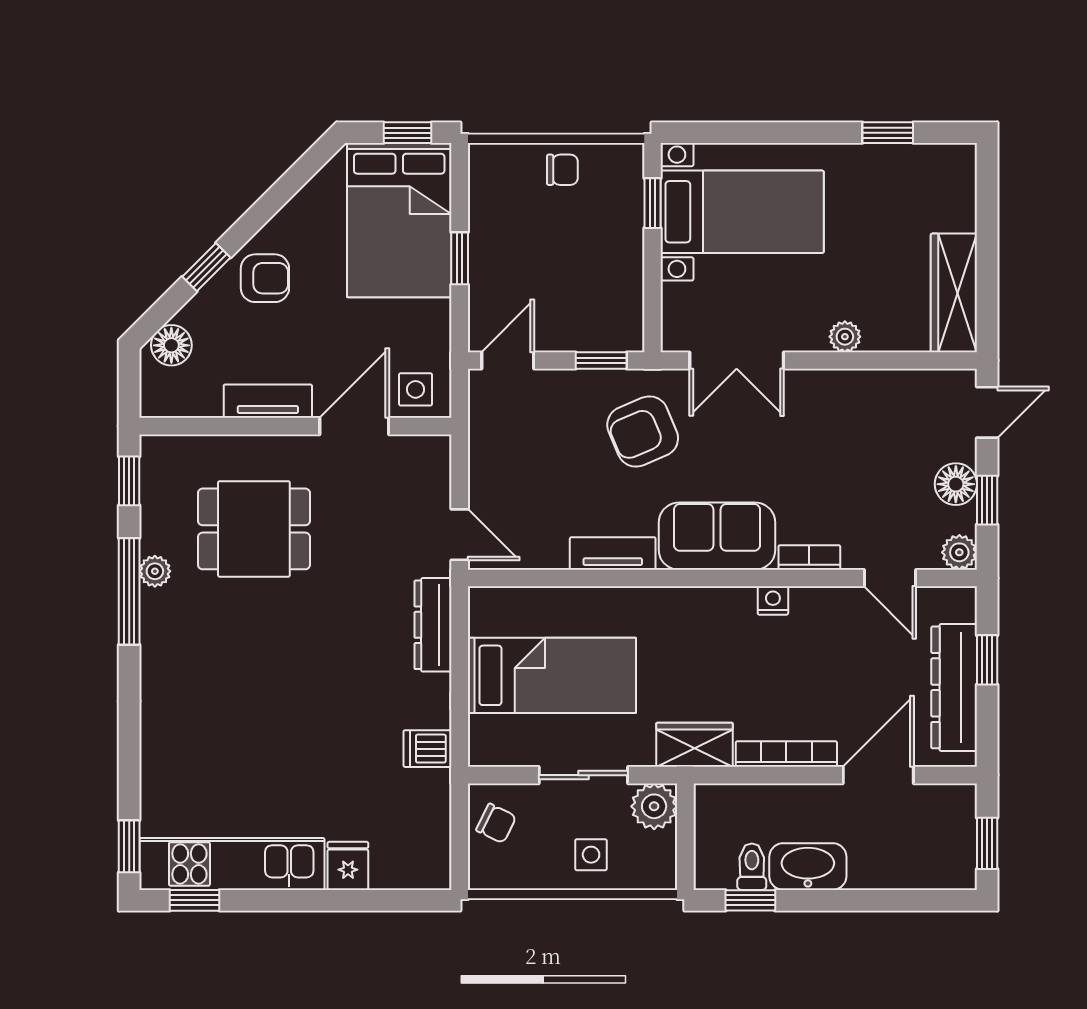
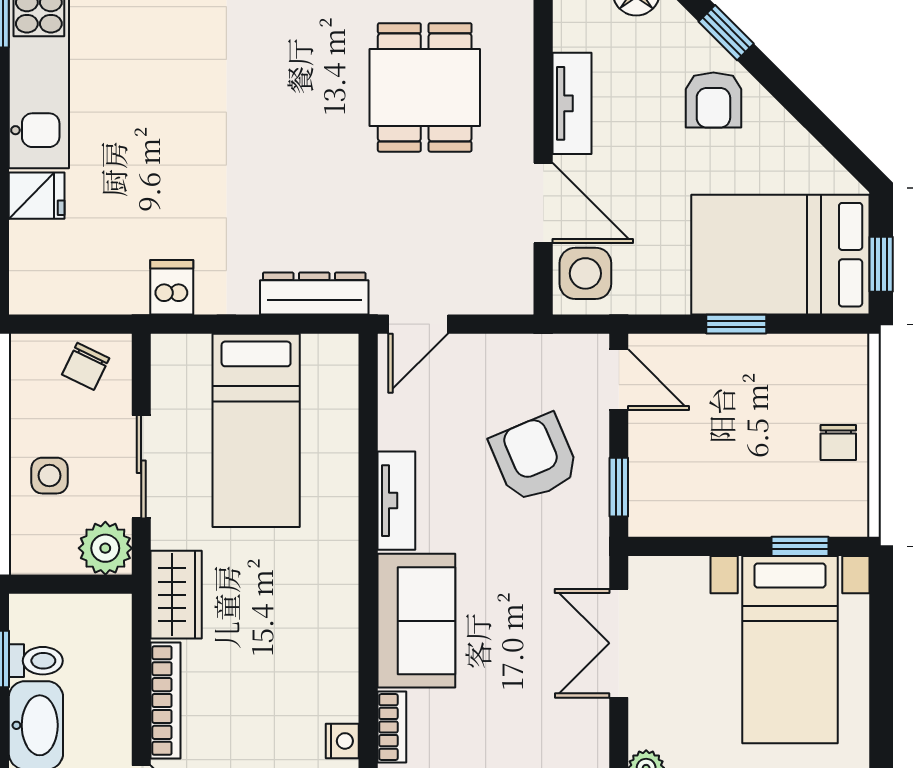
side table: (416, 389) -> (585, 273), width x1.37, depth x1.37
armchair: (643, 431) -> (534, 458), moved
nightstand: (773, 601) -> (342, 741), moved

